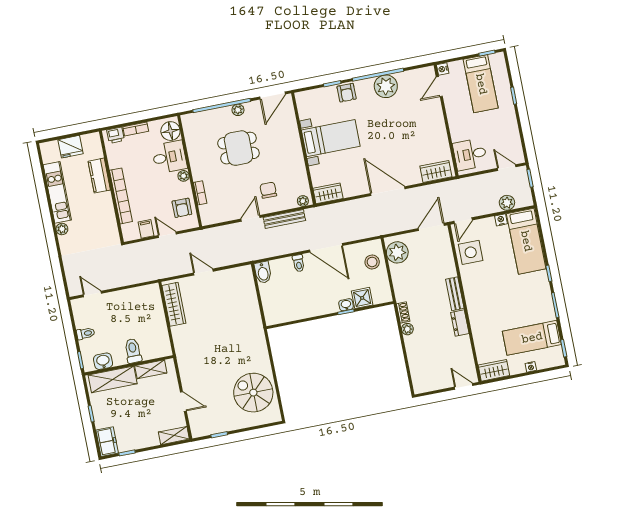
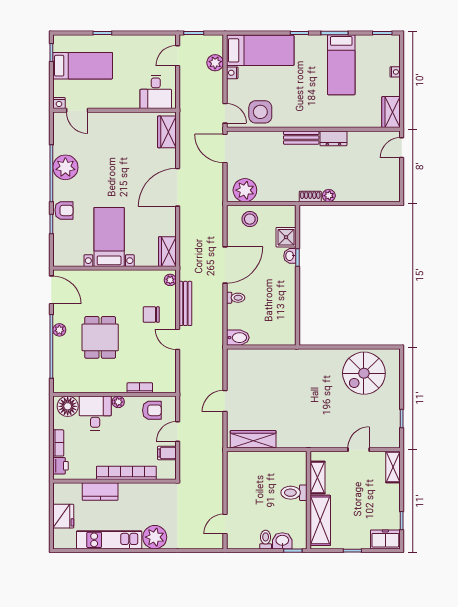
plant: (62, 229) -> (155, 537), width x1.88, depth x1.88
bed: (532, 338) -> (341, 65), moved
washbasin: (103, 361) -> (282, 541), moved, turned 90

